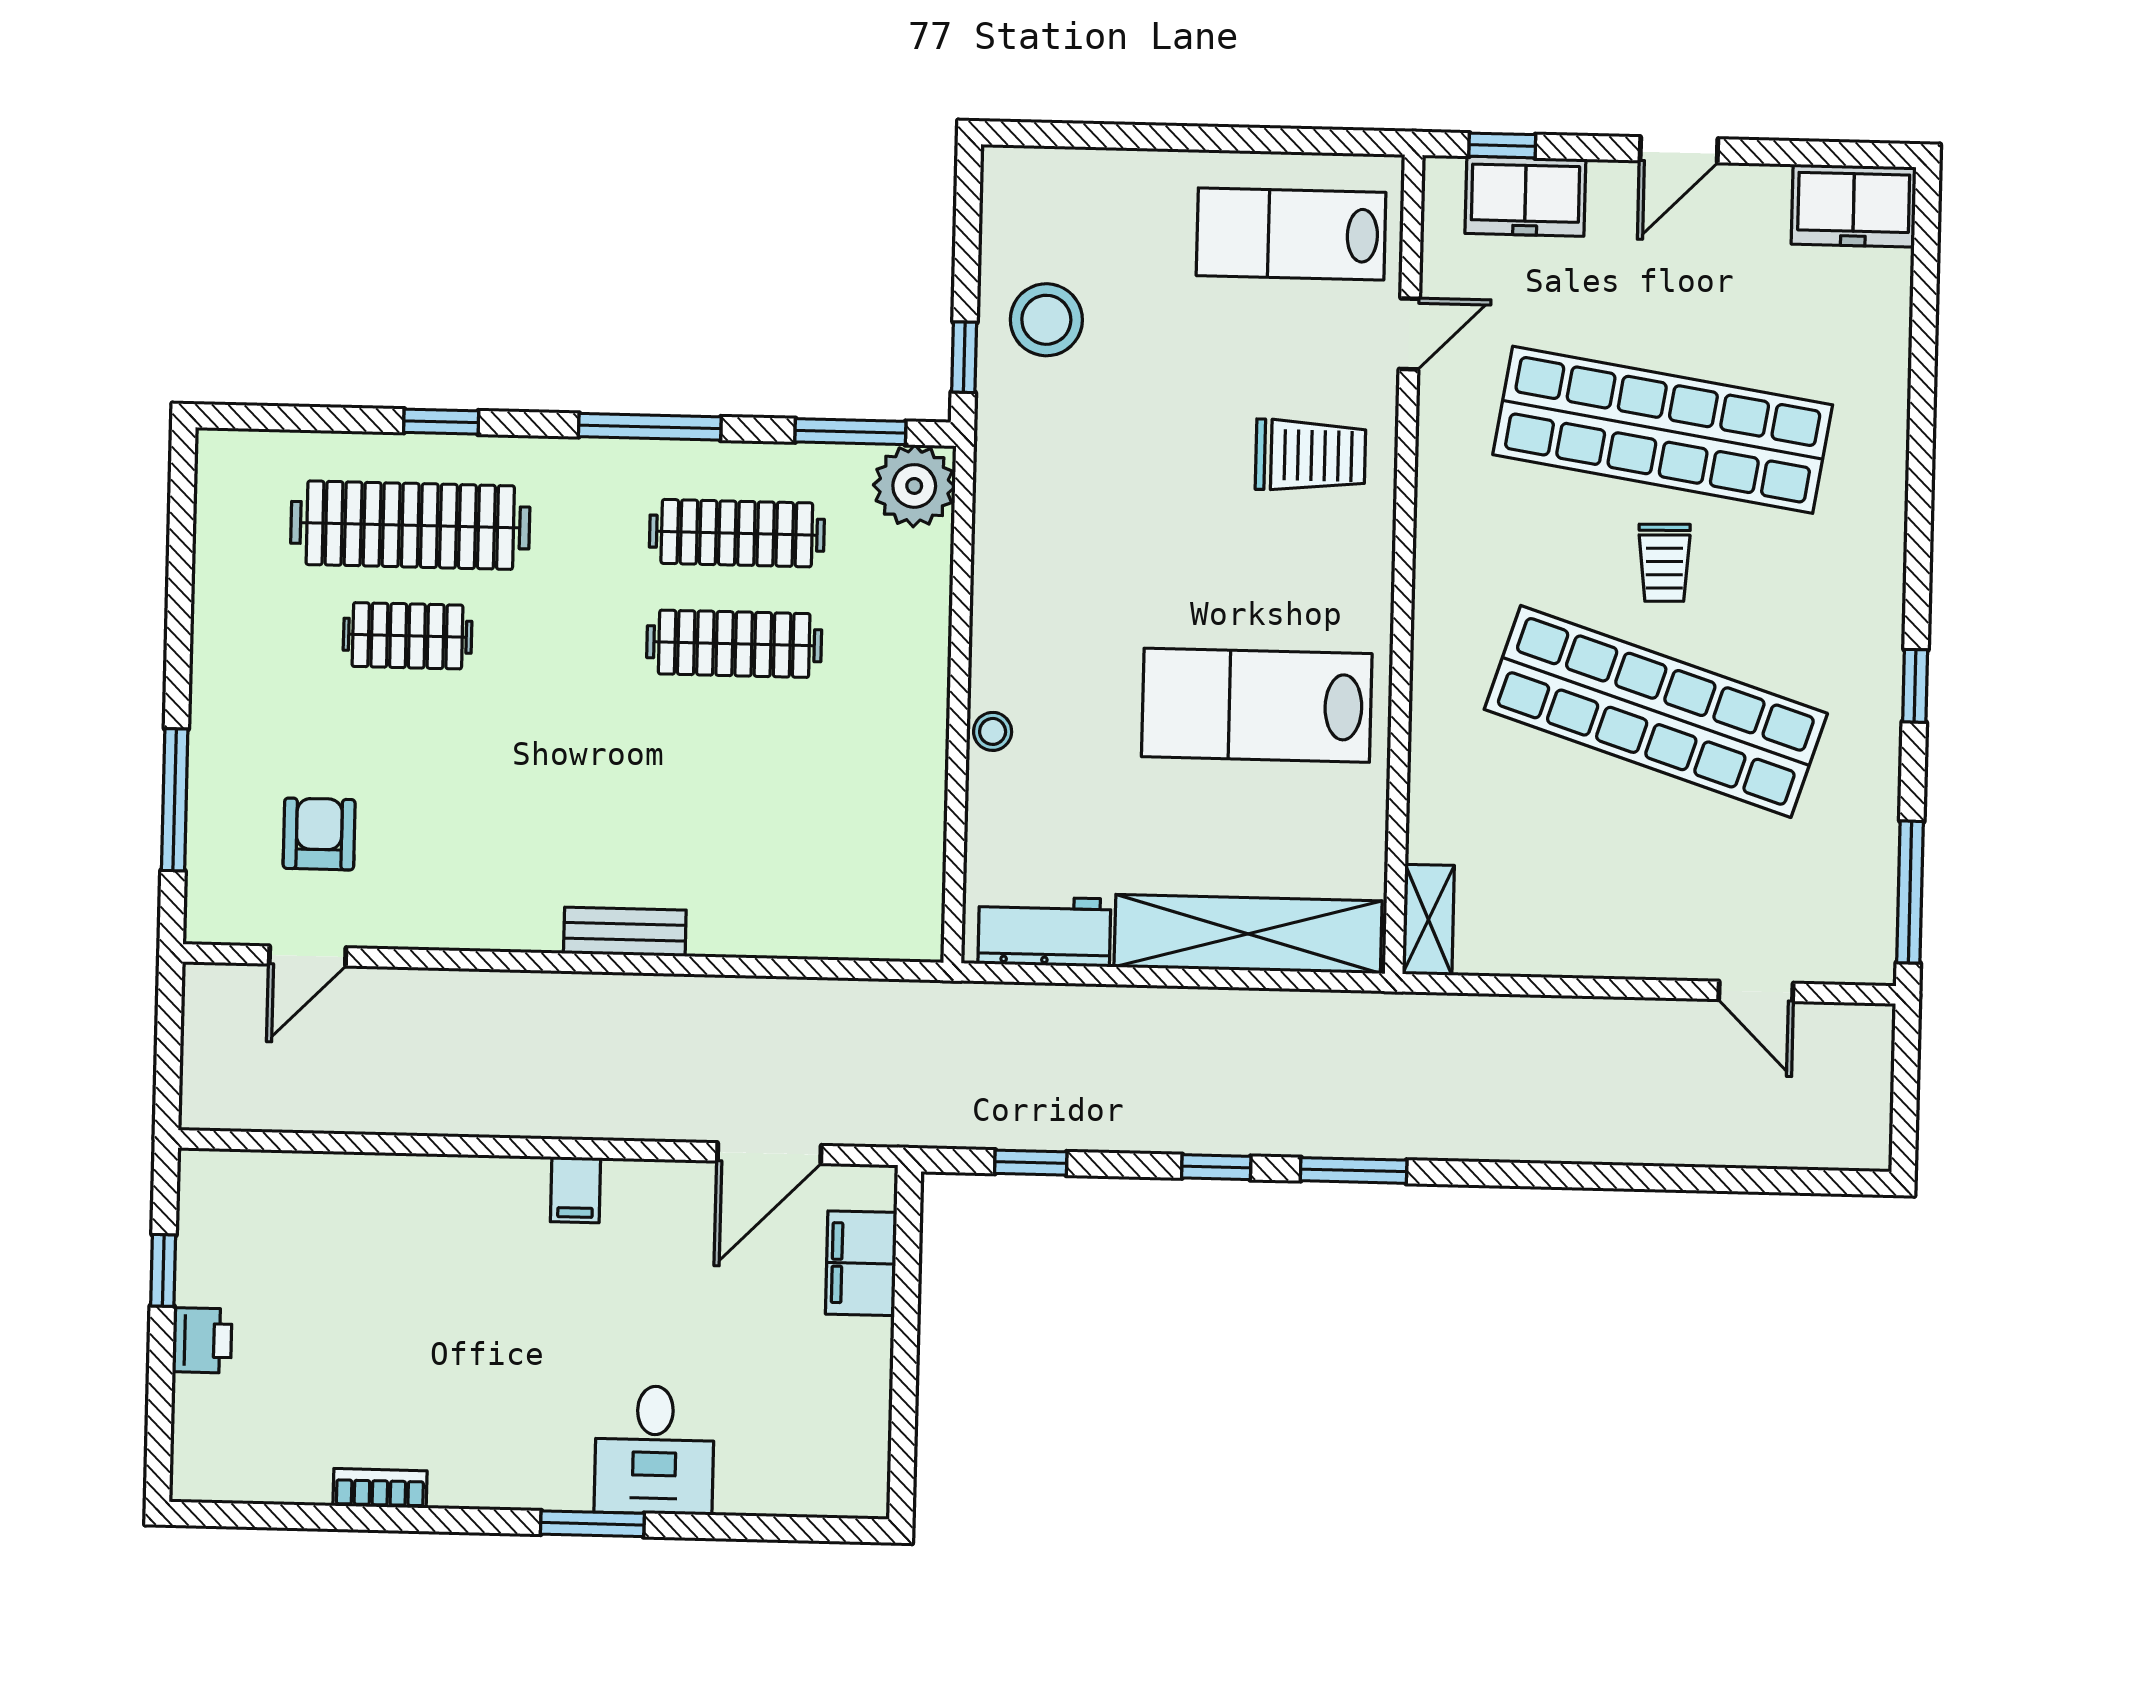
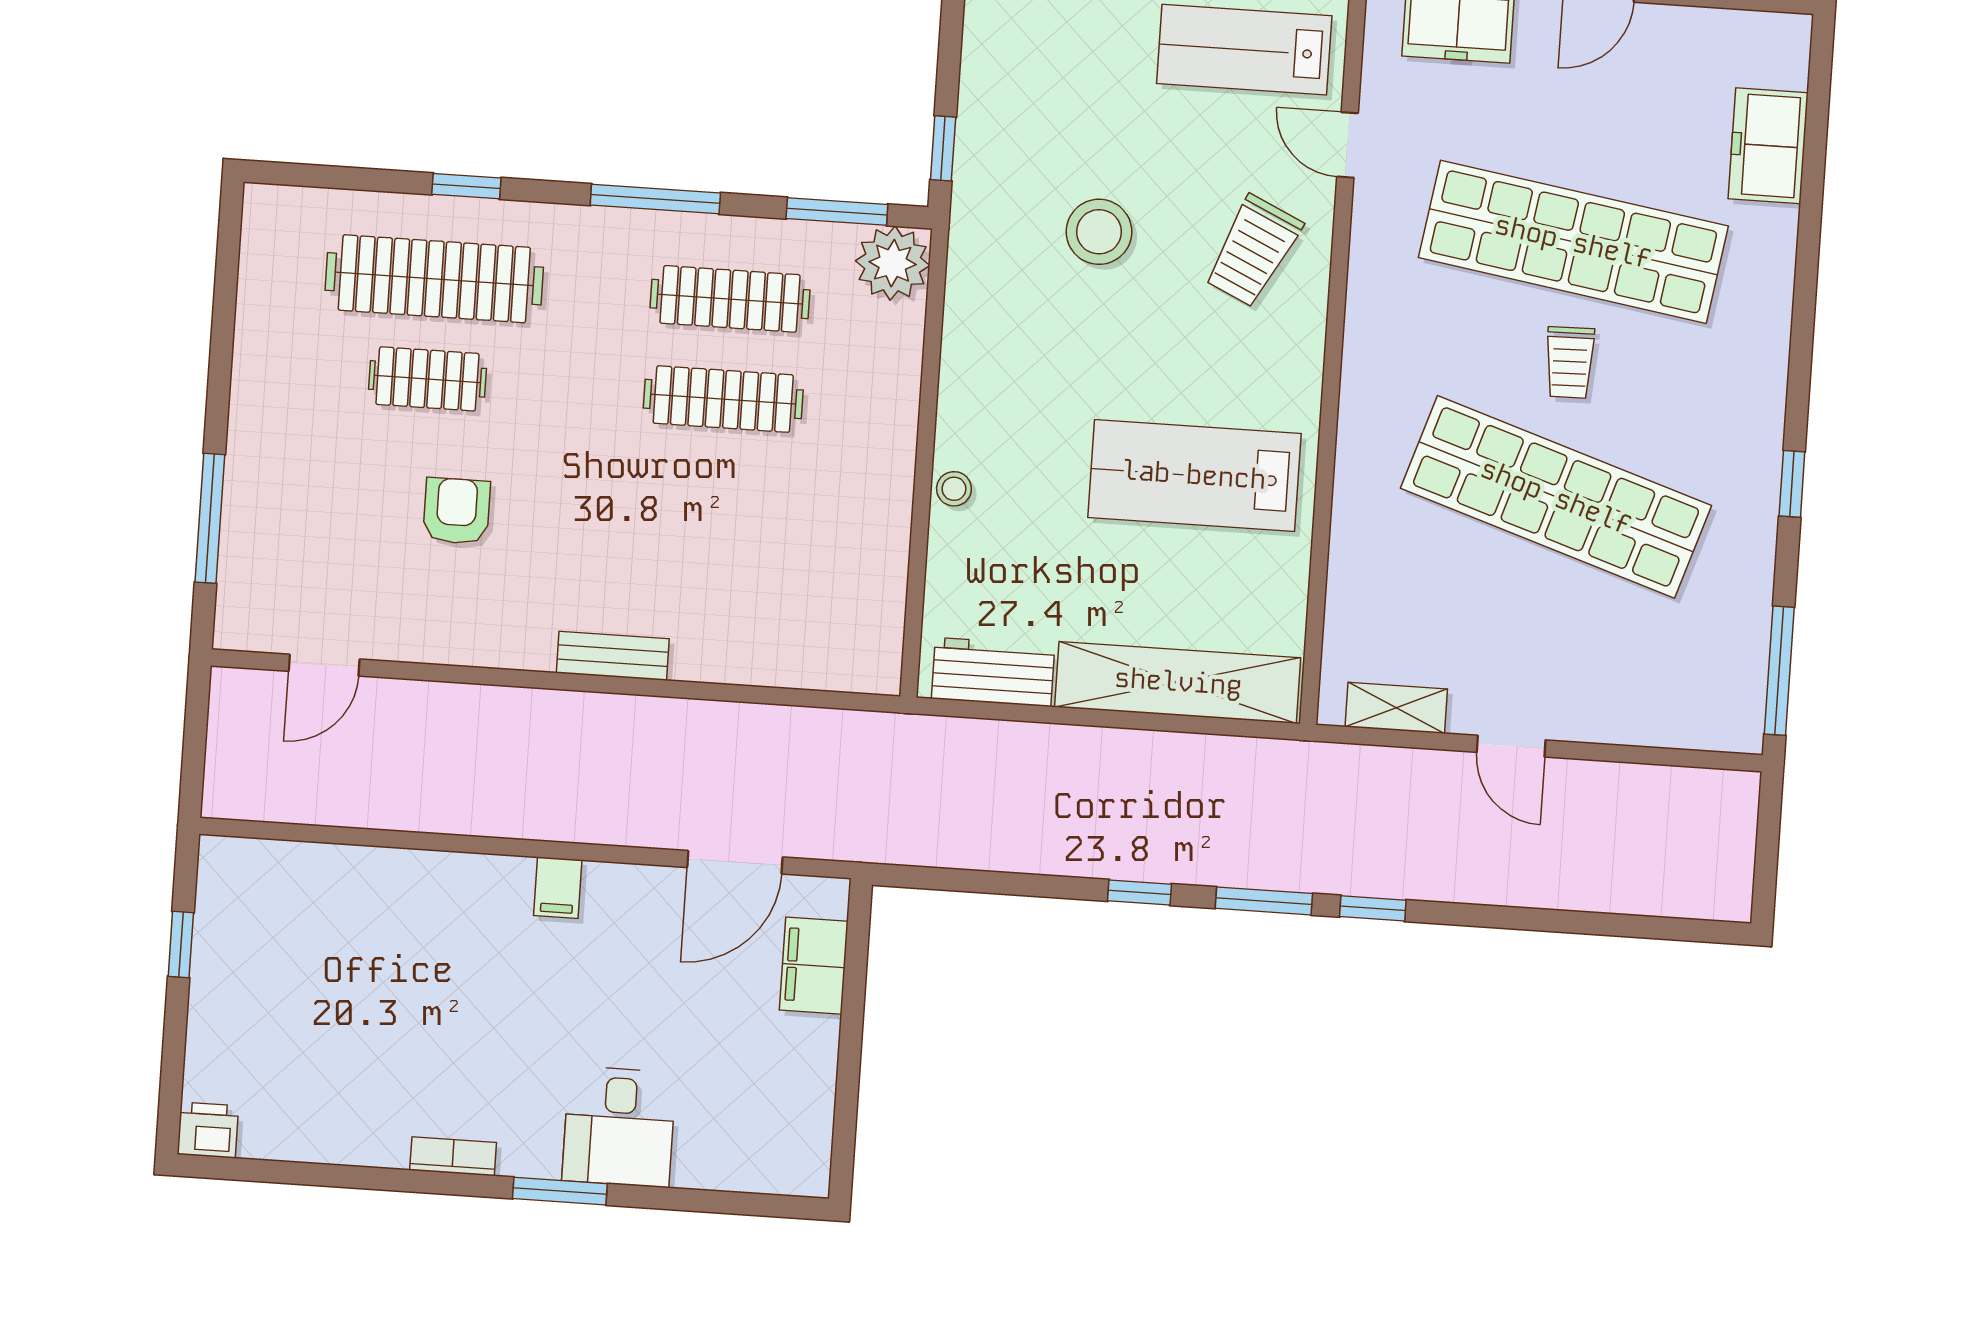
freezer: (1854, 206) -> (1768, 146), moved, turned 90
stool: (1046, 320) -> (1099, 232), moved
door: (1409, 334) -> (1348, 145), swing flipped
trolley: (1311, 455) -> (1253, 251), turned 115
armchair: (319, 834) -> (457, 511), moved
shelving: (1428, 920) -> (1396, 708), moved, turned 90
door: (1756, 991) -> (1511, 746), moved
window: (1031, 1163) -> (1373, 908), moved
printer: (202, 1340) -> (208, 1130), moved, turned -90
bookcase: (380, 1488) -> (453, 1156), moved

